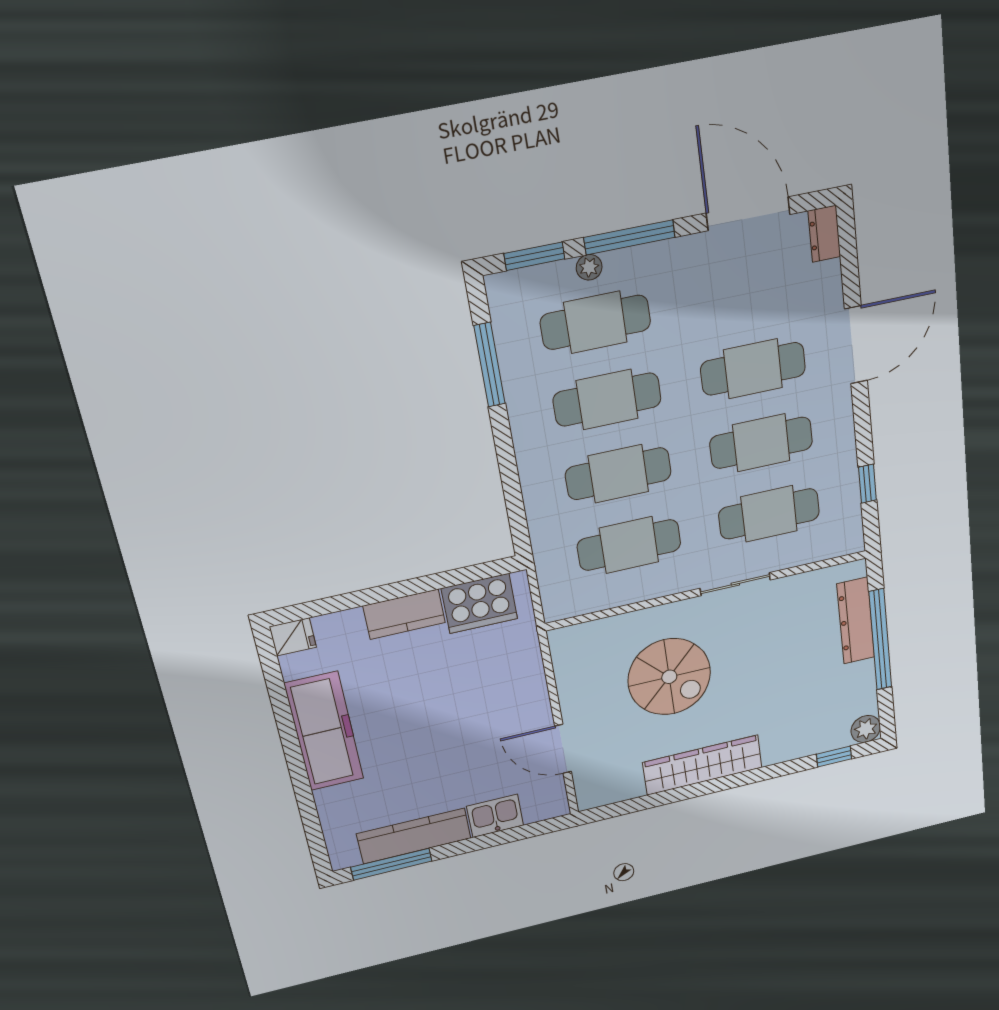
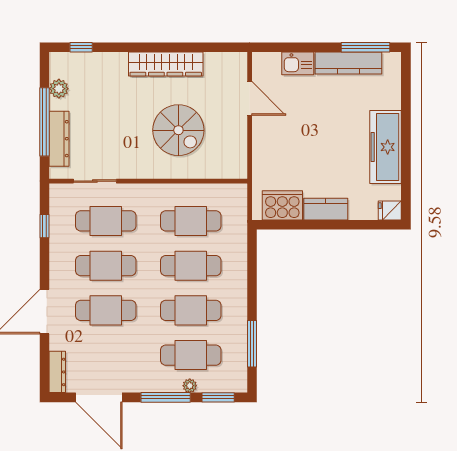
dresser: (824, 234) -> (57, 372), width x1.44
sliding door: (735, 584) -> (95, 181), moved
spiral stairs: (669, 677) -> (178, 130), turned 180
plant: (866, 729) -> (59, 89), moved

